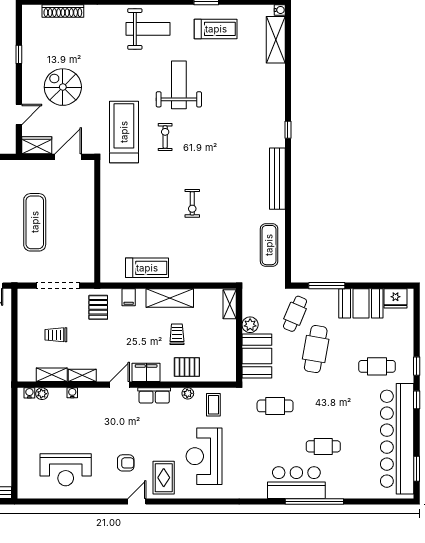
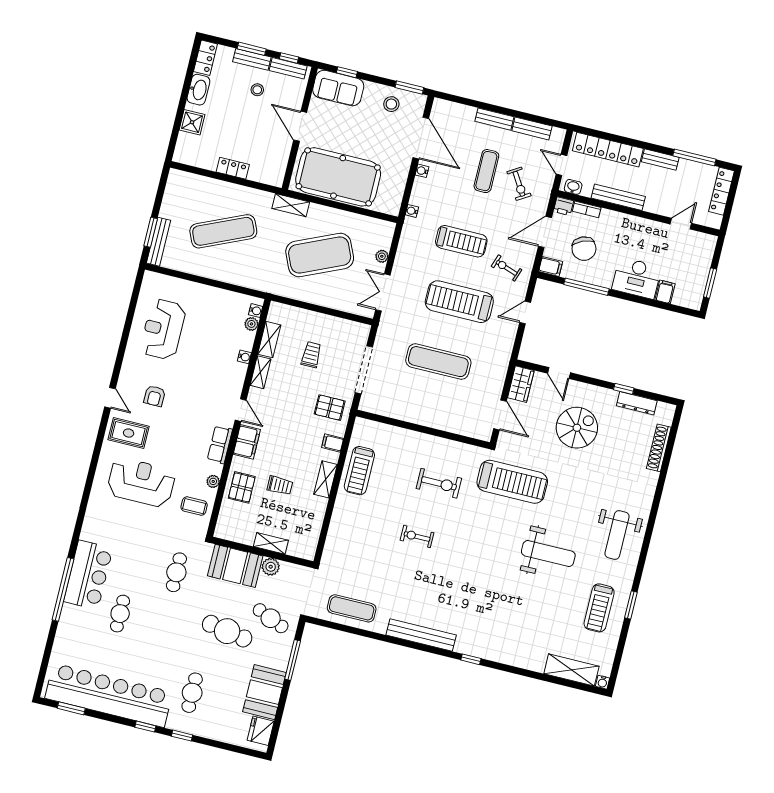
dresser: (29, 40) -> (637, 403), added
exercise bike: (165, 137) -> (439, 483), moved, width x1.38, depth x1.39
shelving: (170, 298) -> (325, 479), width x0.67, depth x0.75
shelving: (230, 304) -> (271, 543), moved

